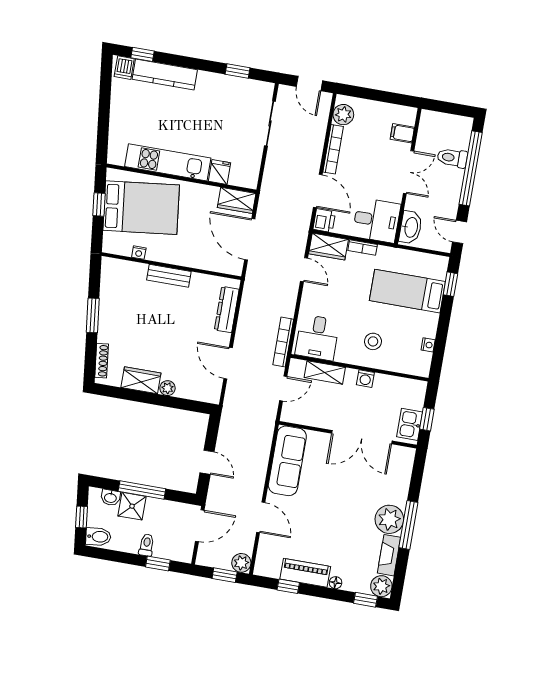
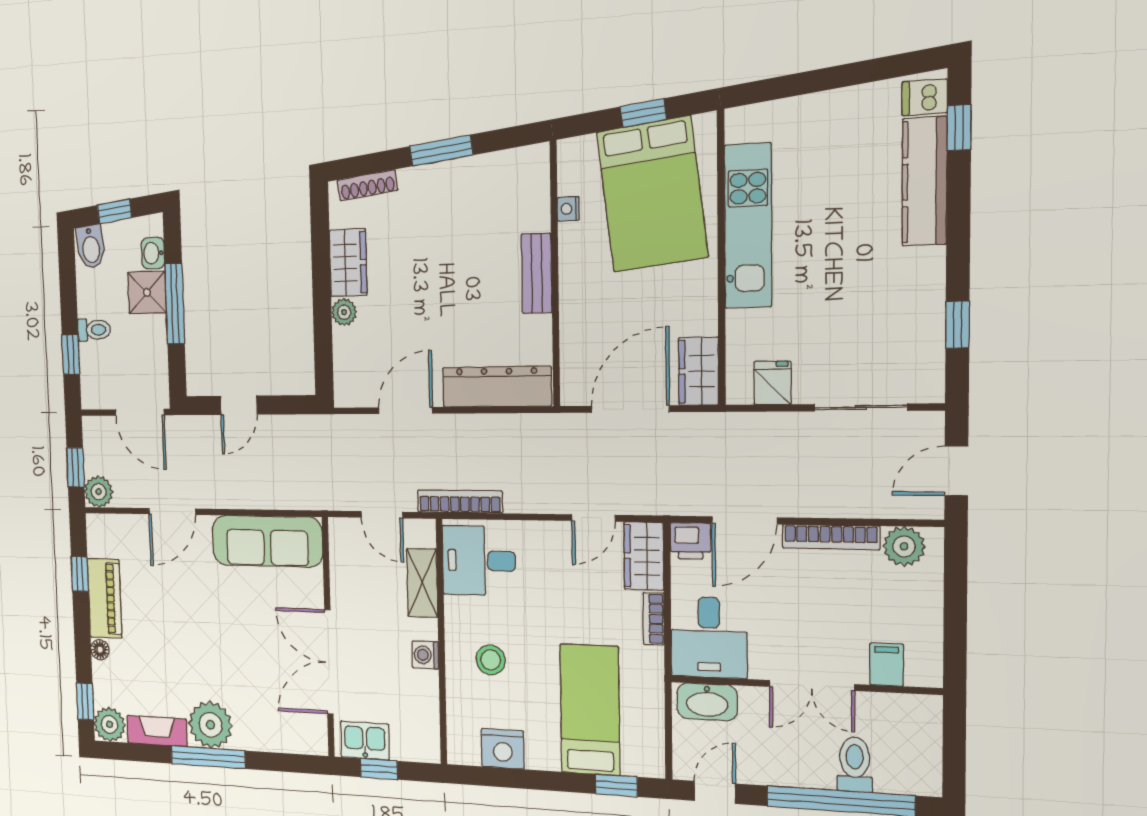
fridge: (220, 172) -> (773, 383), moved, turned -90
dresser: (227, 310) -> (497, 387), width x1.37, depth x1.24
nightstand: (428, 345) -> (503, 749), width x1.89, depth x1.79

